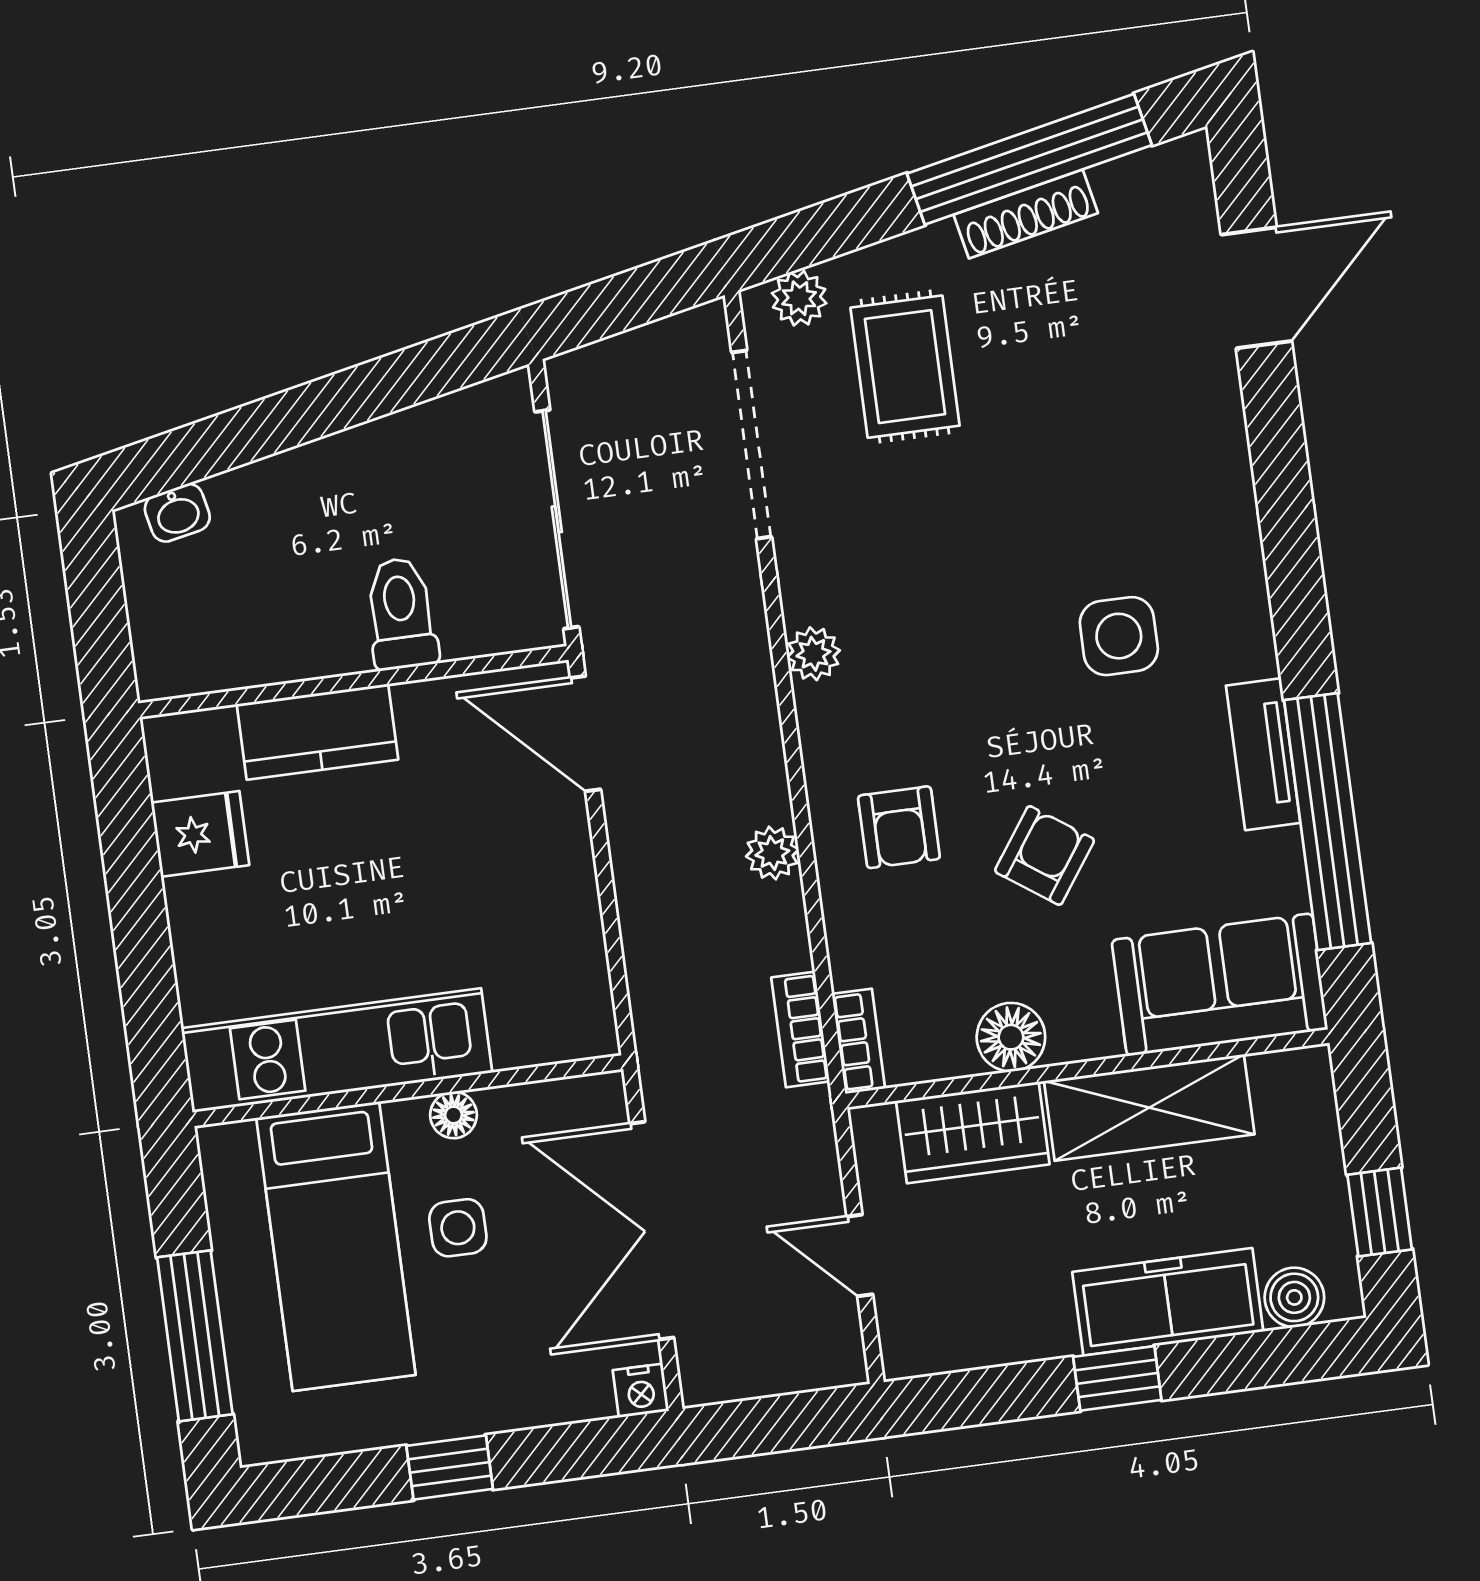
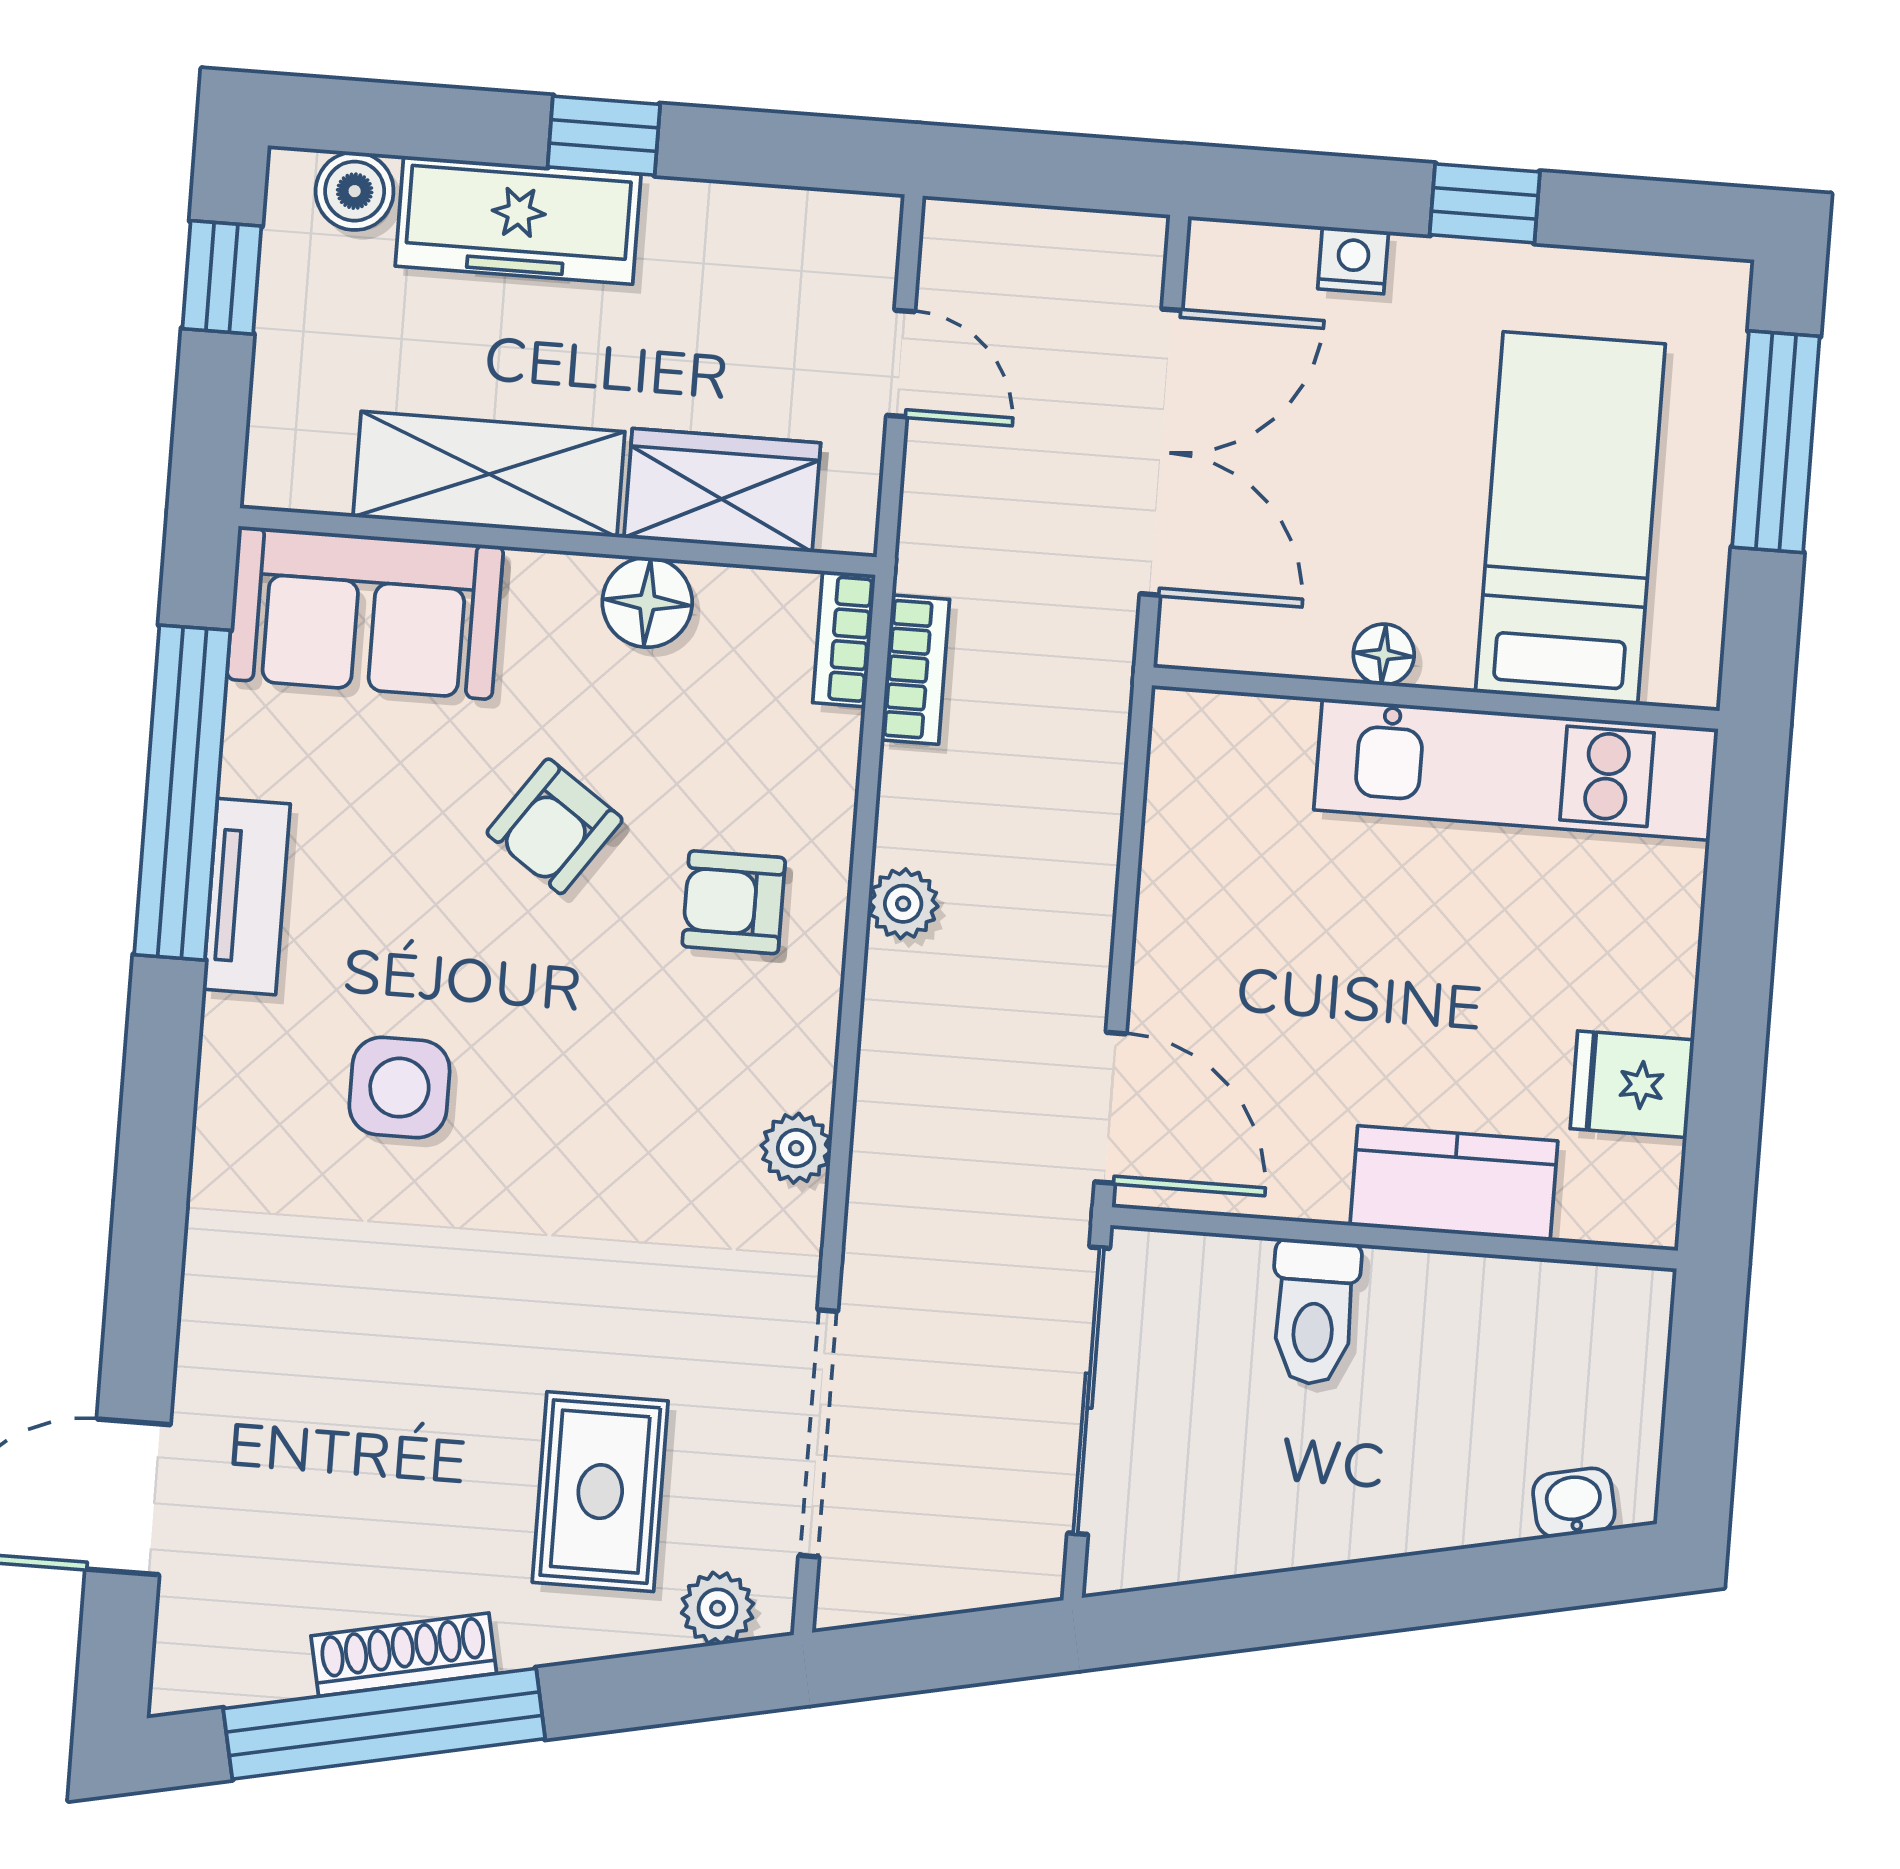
armchair: (899, 827) -> (734, 902), turned -90
side table: (458, 1228) -> (1409, 509), removed
nightstand: (641, 1391) -> (1353, 260), moved

